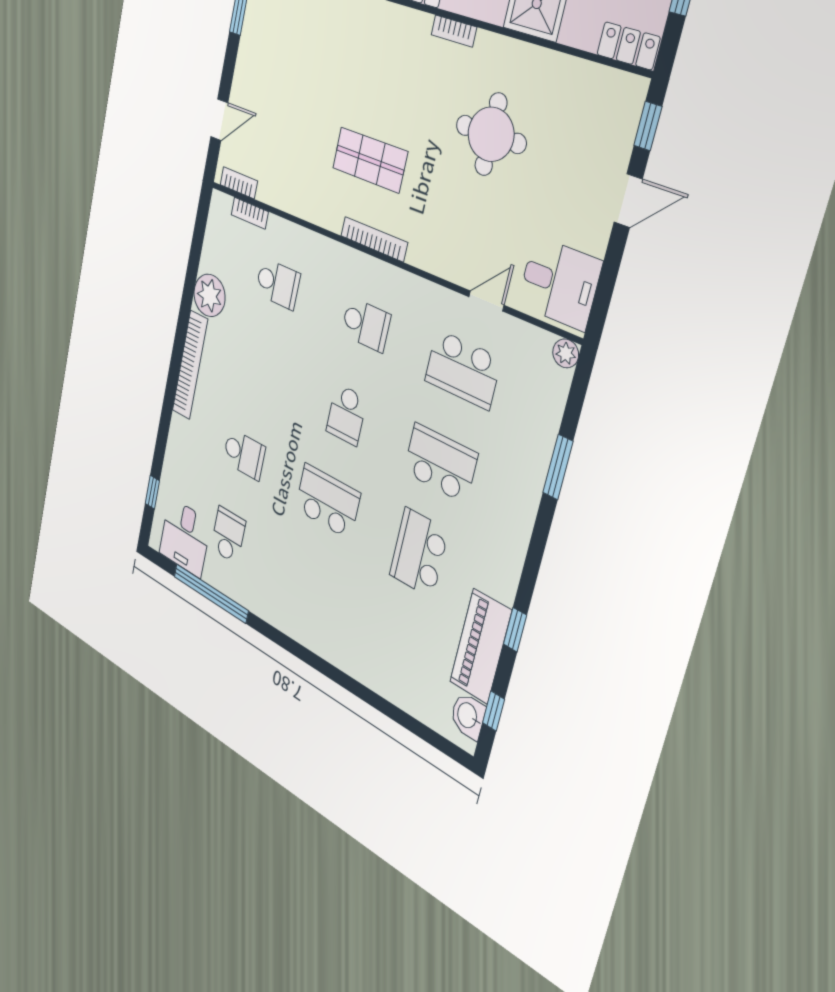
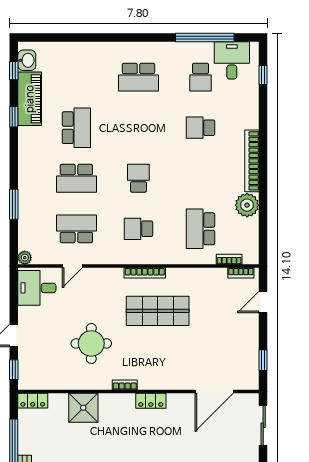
shop shelf: (370, 160) -> (158, 311), width x1.43, depth x1.36
school desk: (278, 284) -> (201, 229), width x1.85
school desk: (327, 501) -> (138, 77), moved

